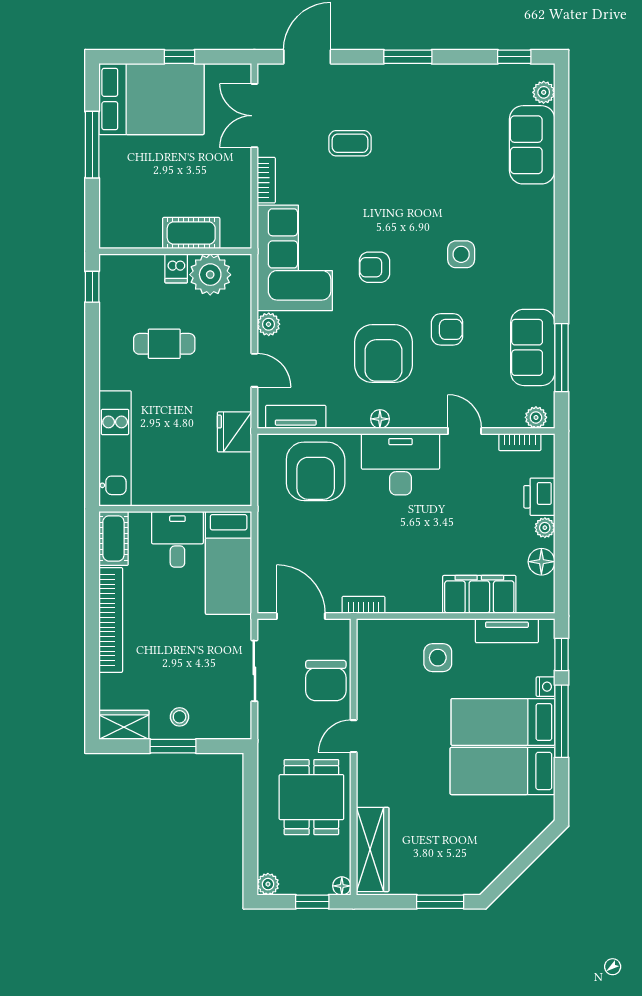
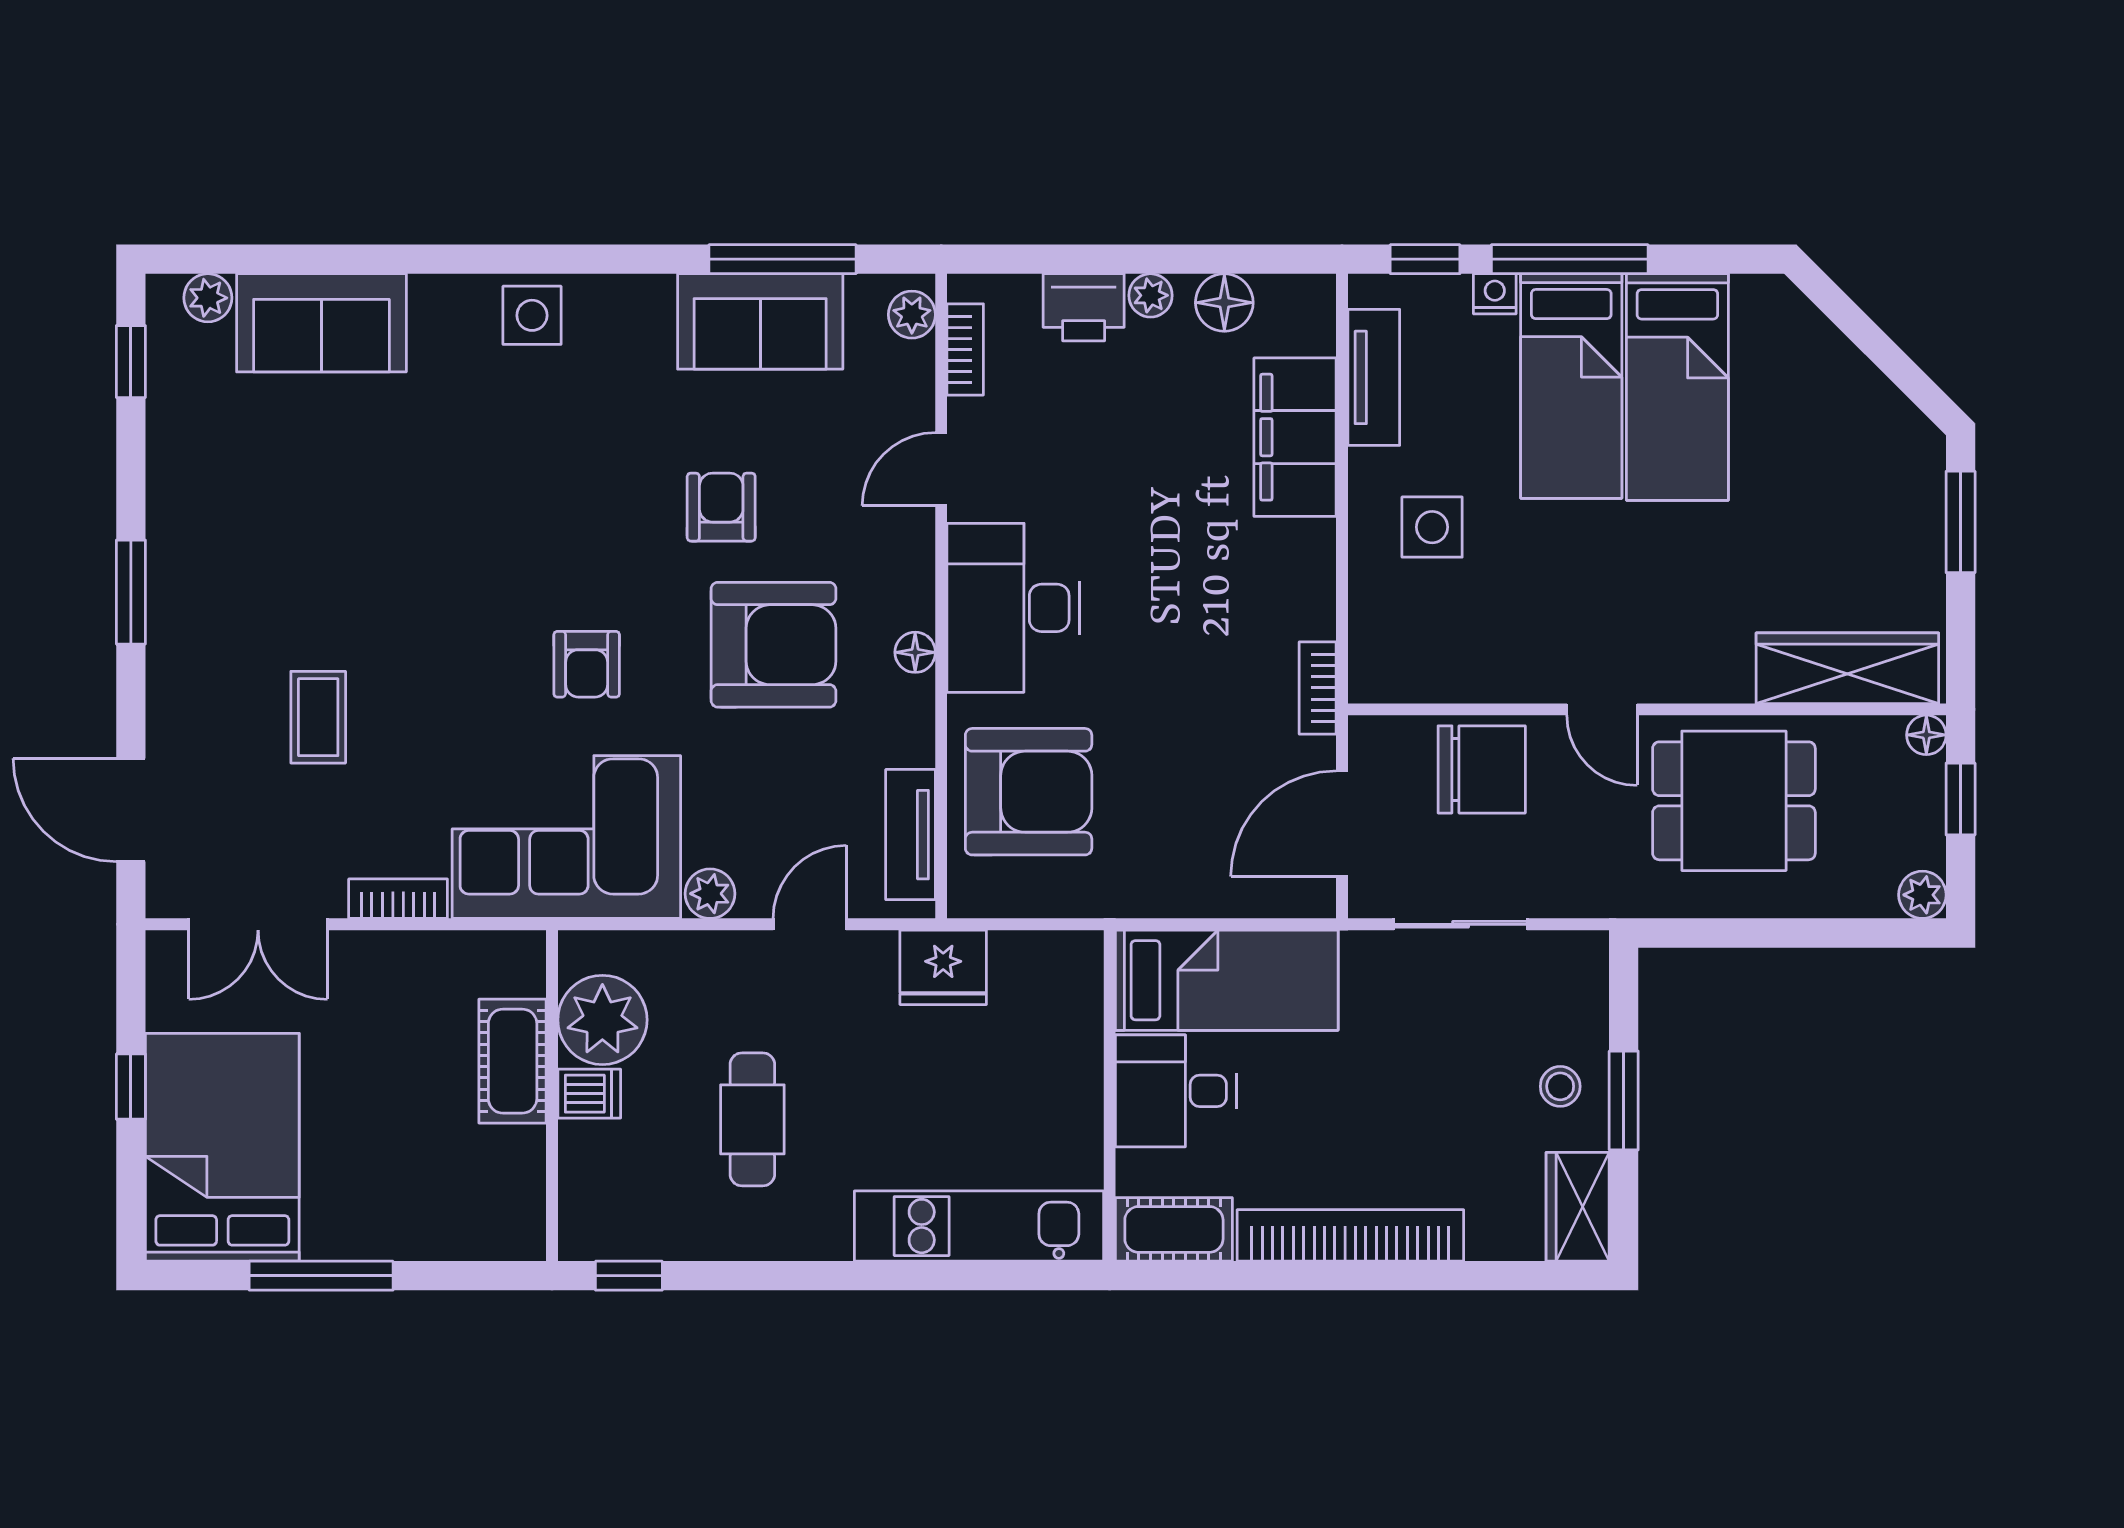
side table: (461, 254) -> (532, 315), moved

